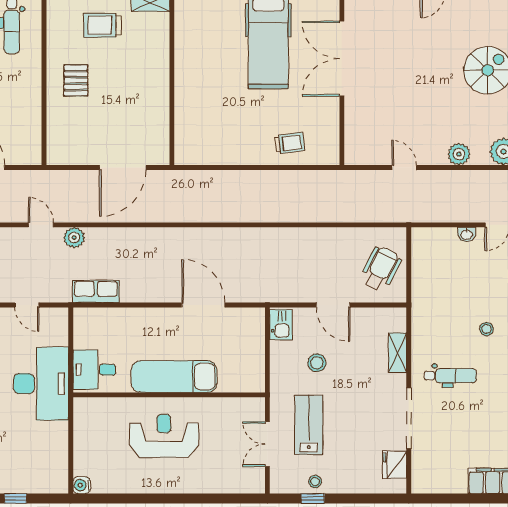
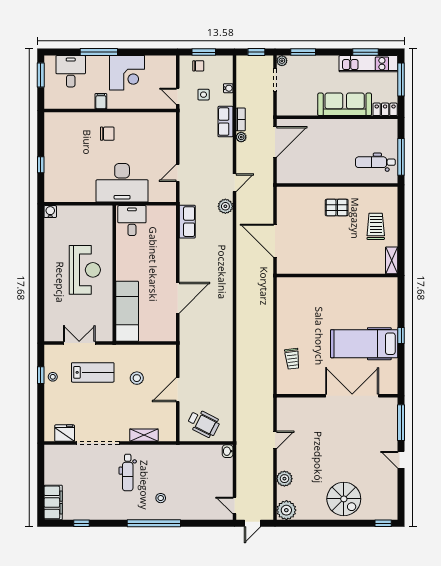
washbasin: (467, 234) -> (228, 451), moved
kitchen sink: (281, 325) -> (164, 353), removed
exam couch: (174, 377) -> (127, 311), moved

